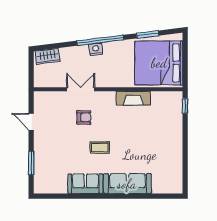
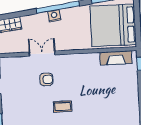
fireplace: (133, 98) -> (116, 58), moved

